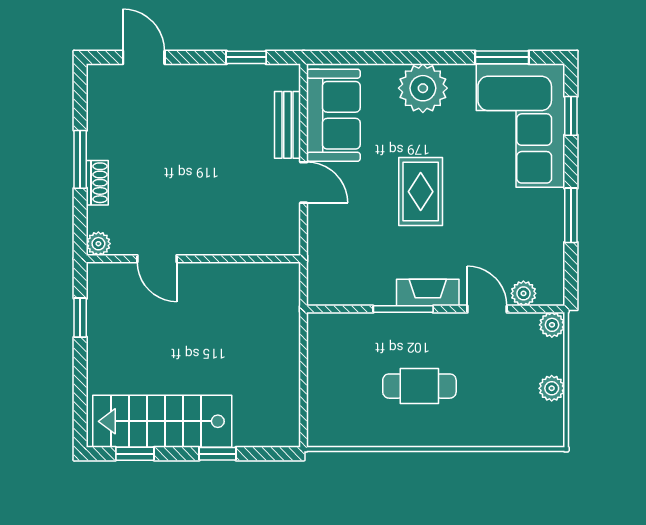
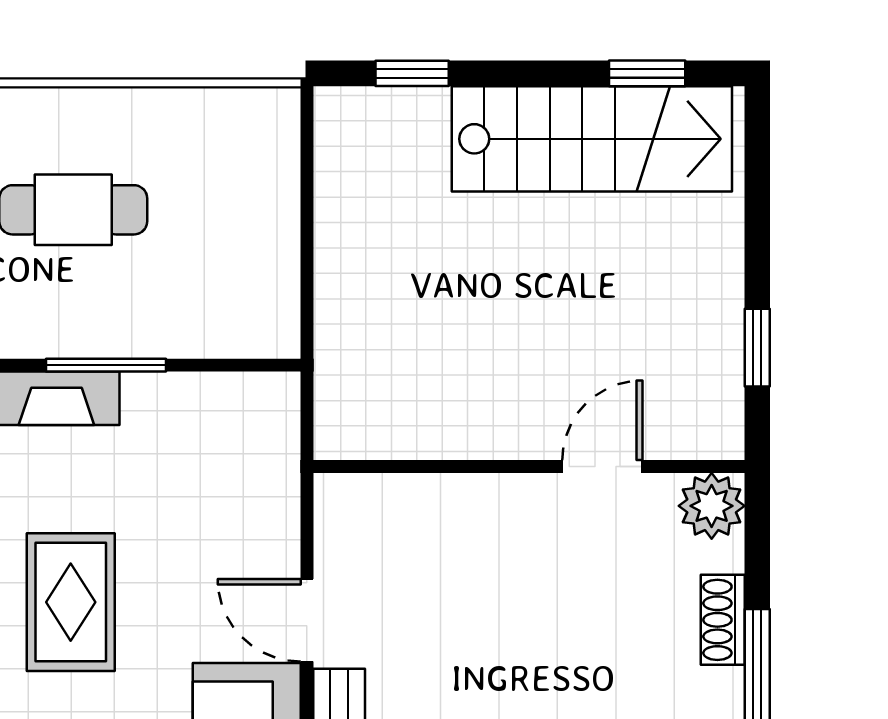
plant: (98, 244) -> (712, 506), width x1.38, depth x1.38
door: (157, 259) -> (602, 467), hinge flipped
window: (218, 454) -> (412, 73), moved

